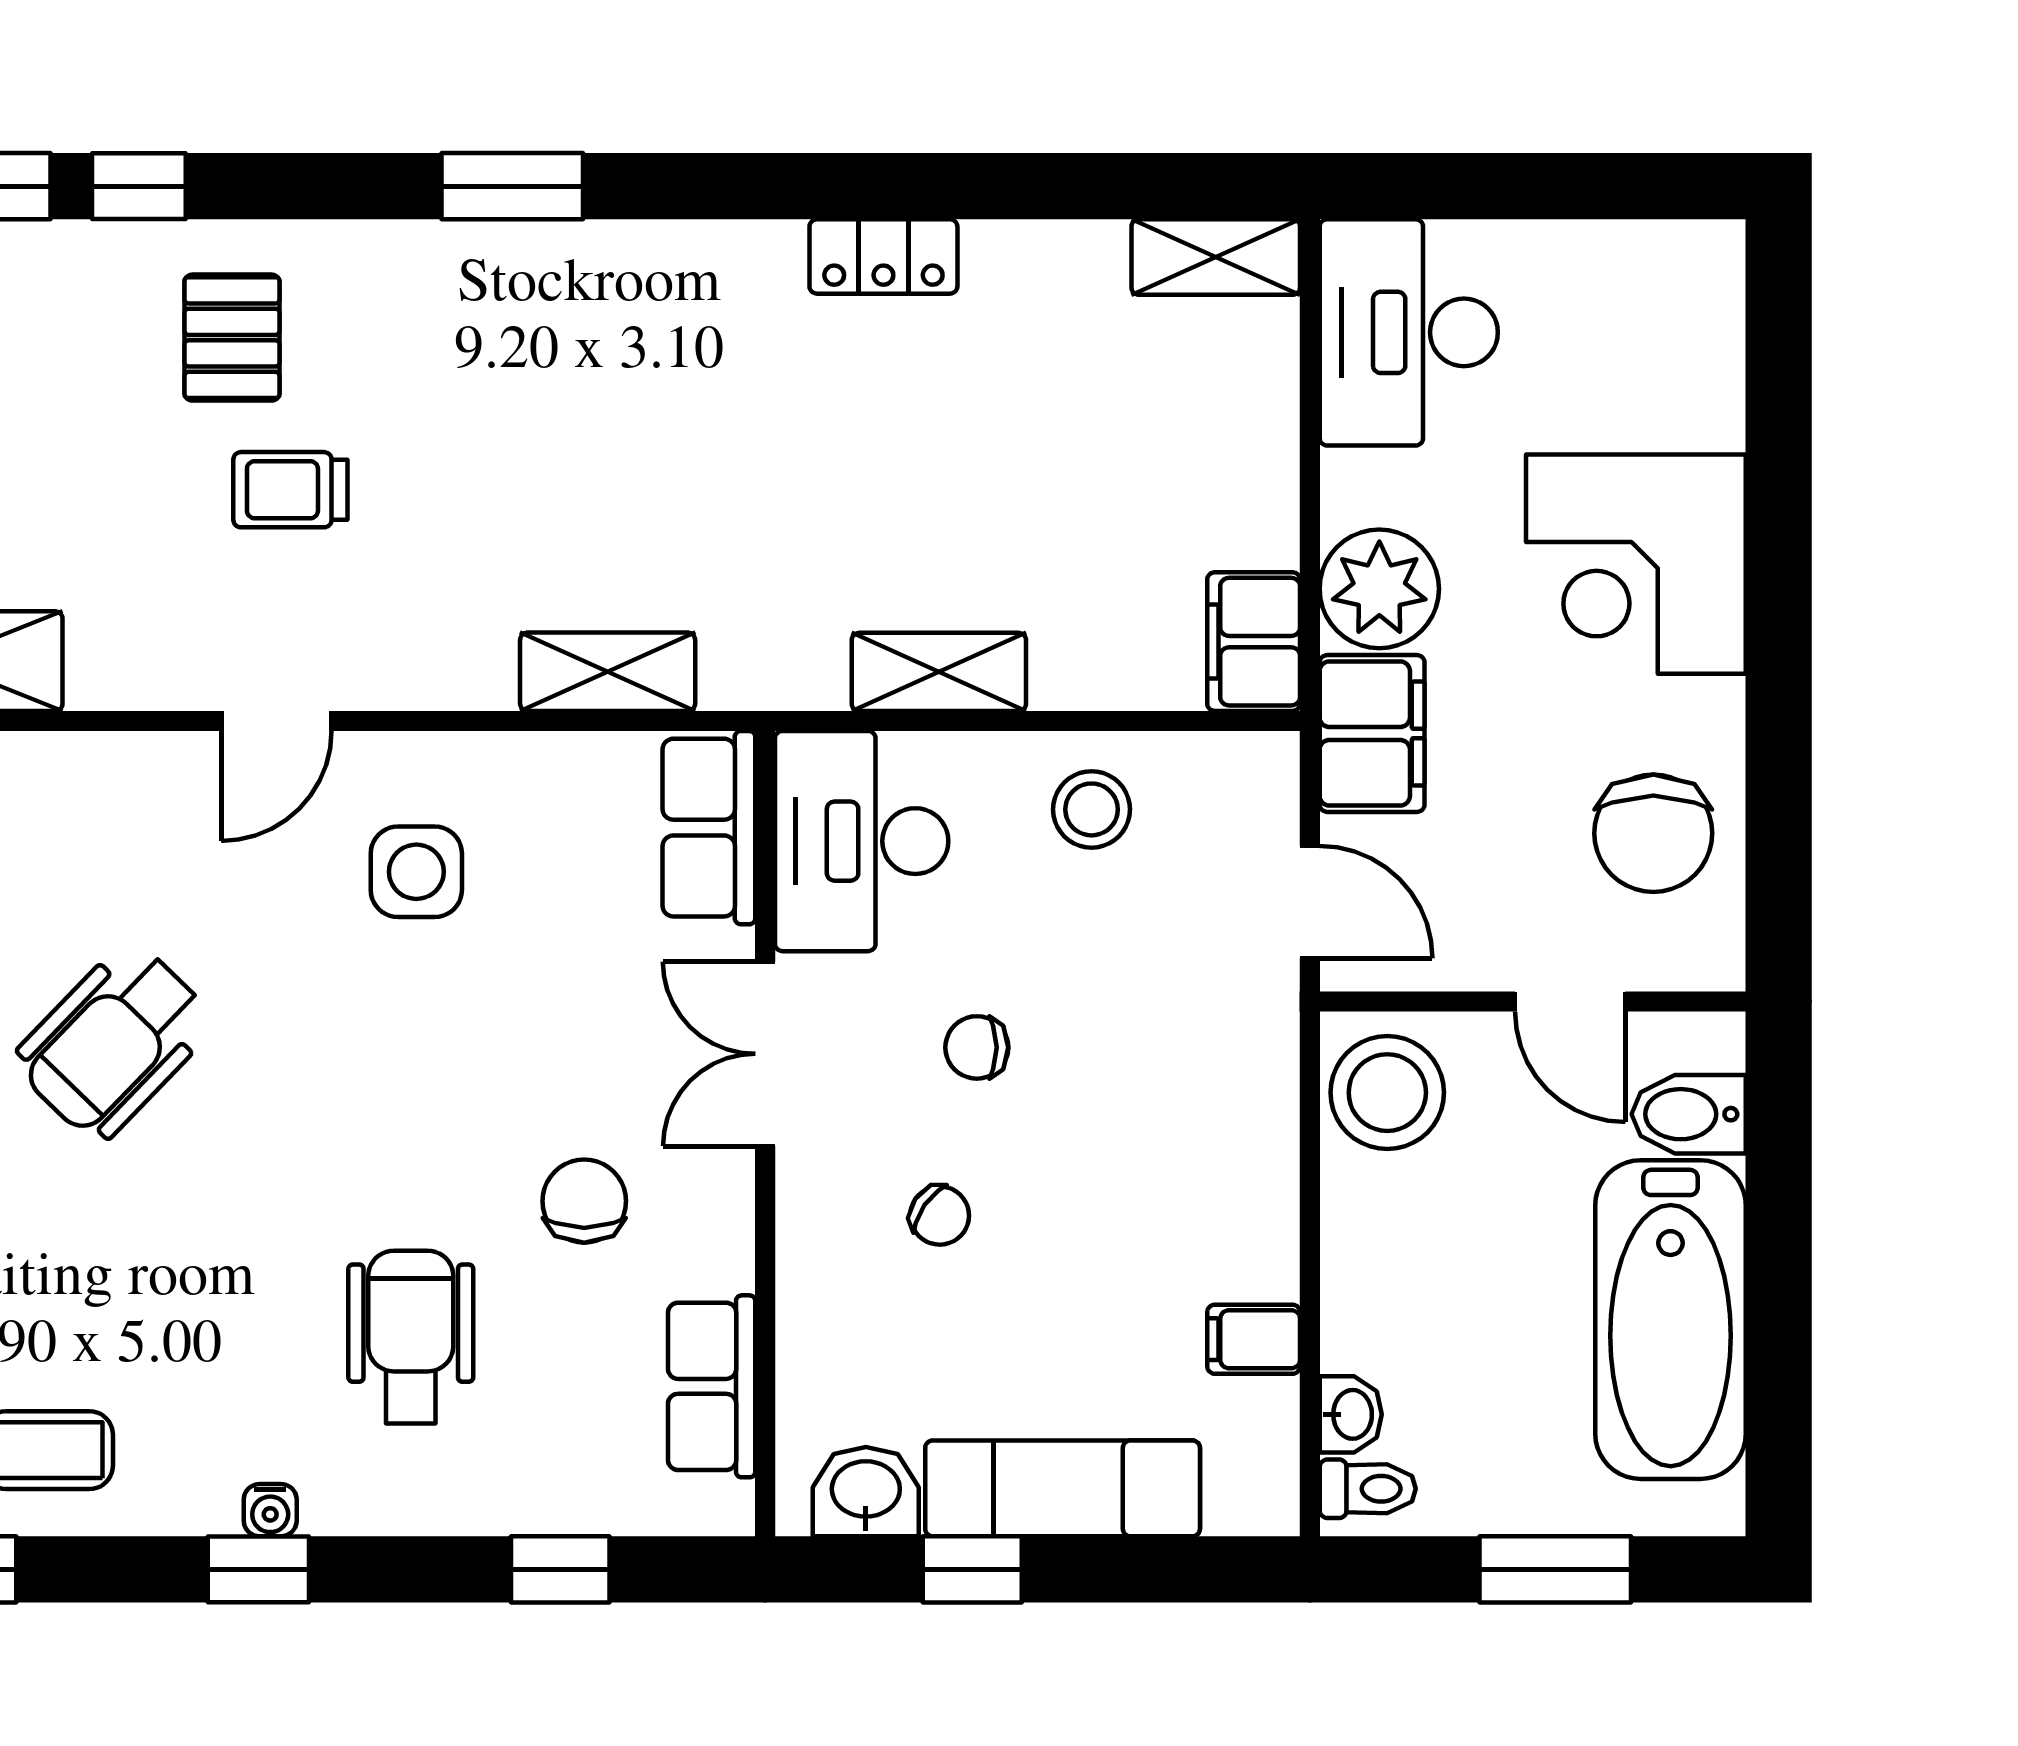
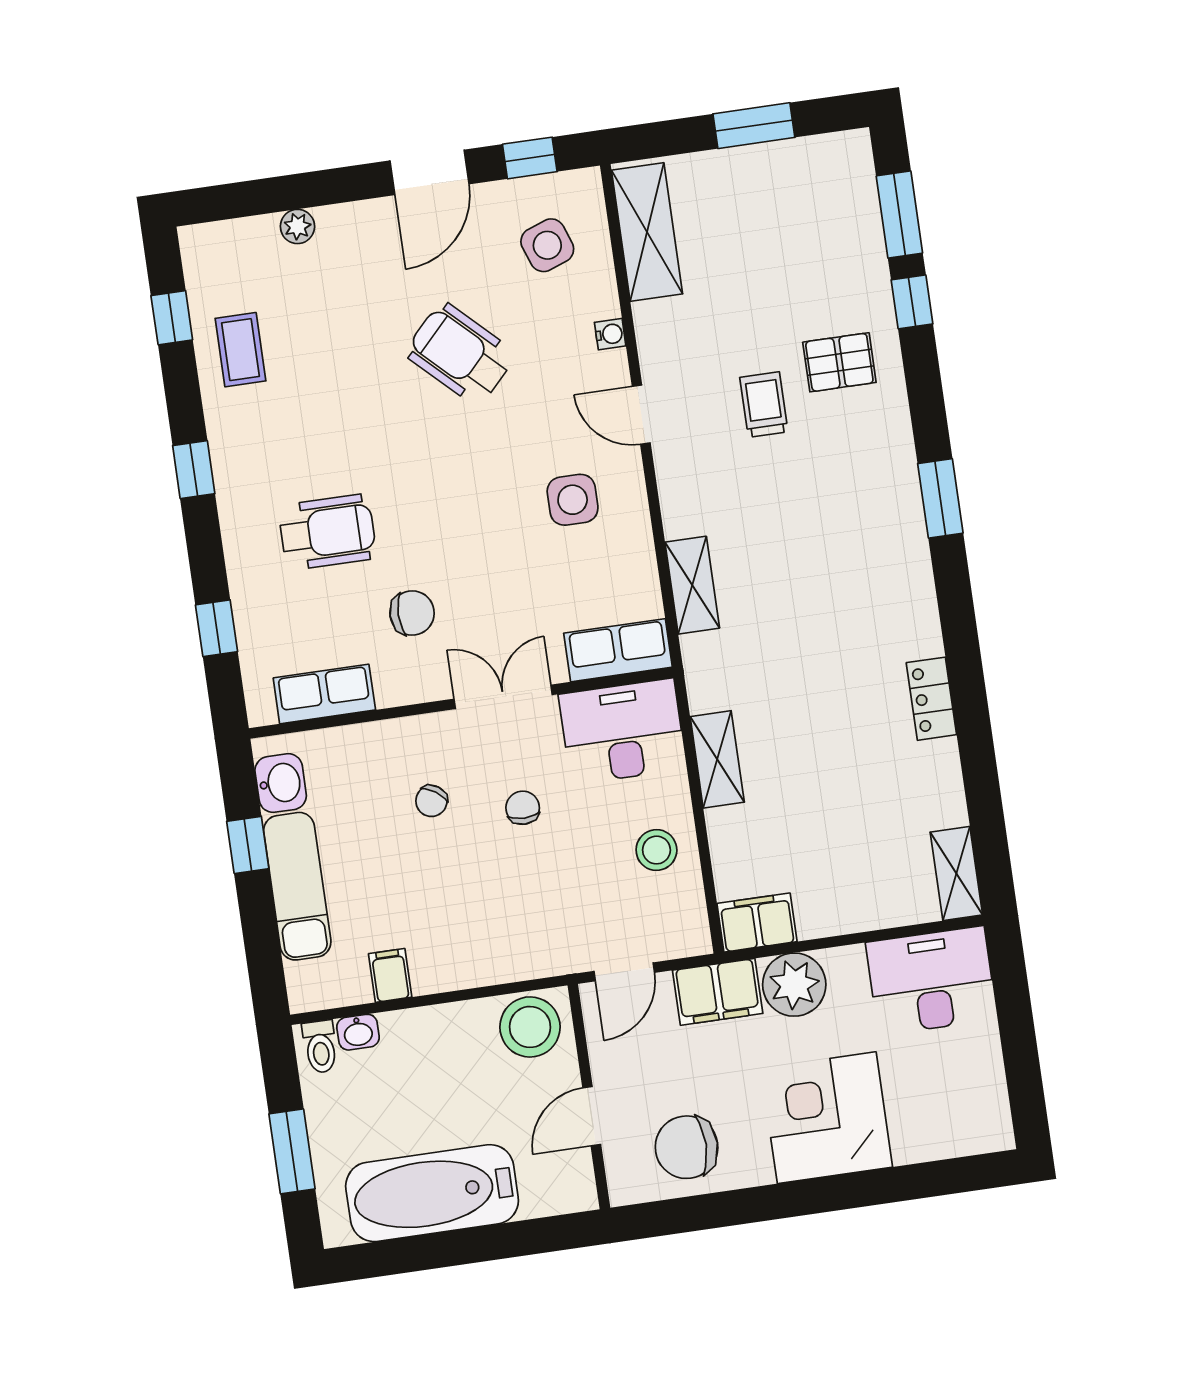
bidet: (1689, 1114) -> (541, 1187), removed
water cooler: (270, 1510) -> (610, 334), moved, turned 180

